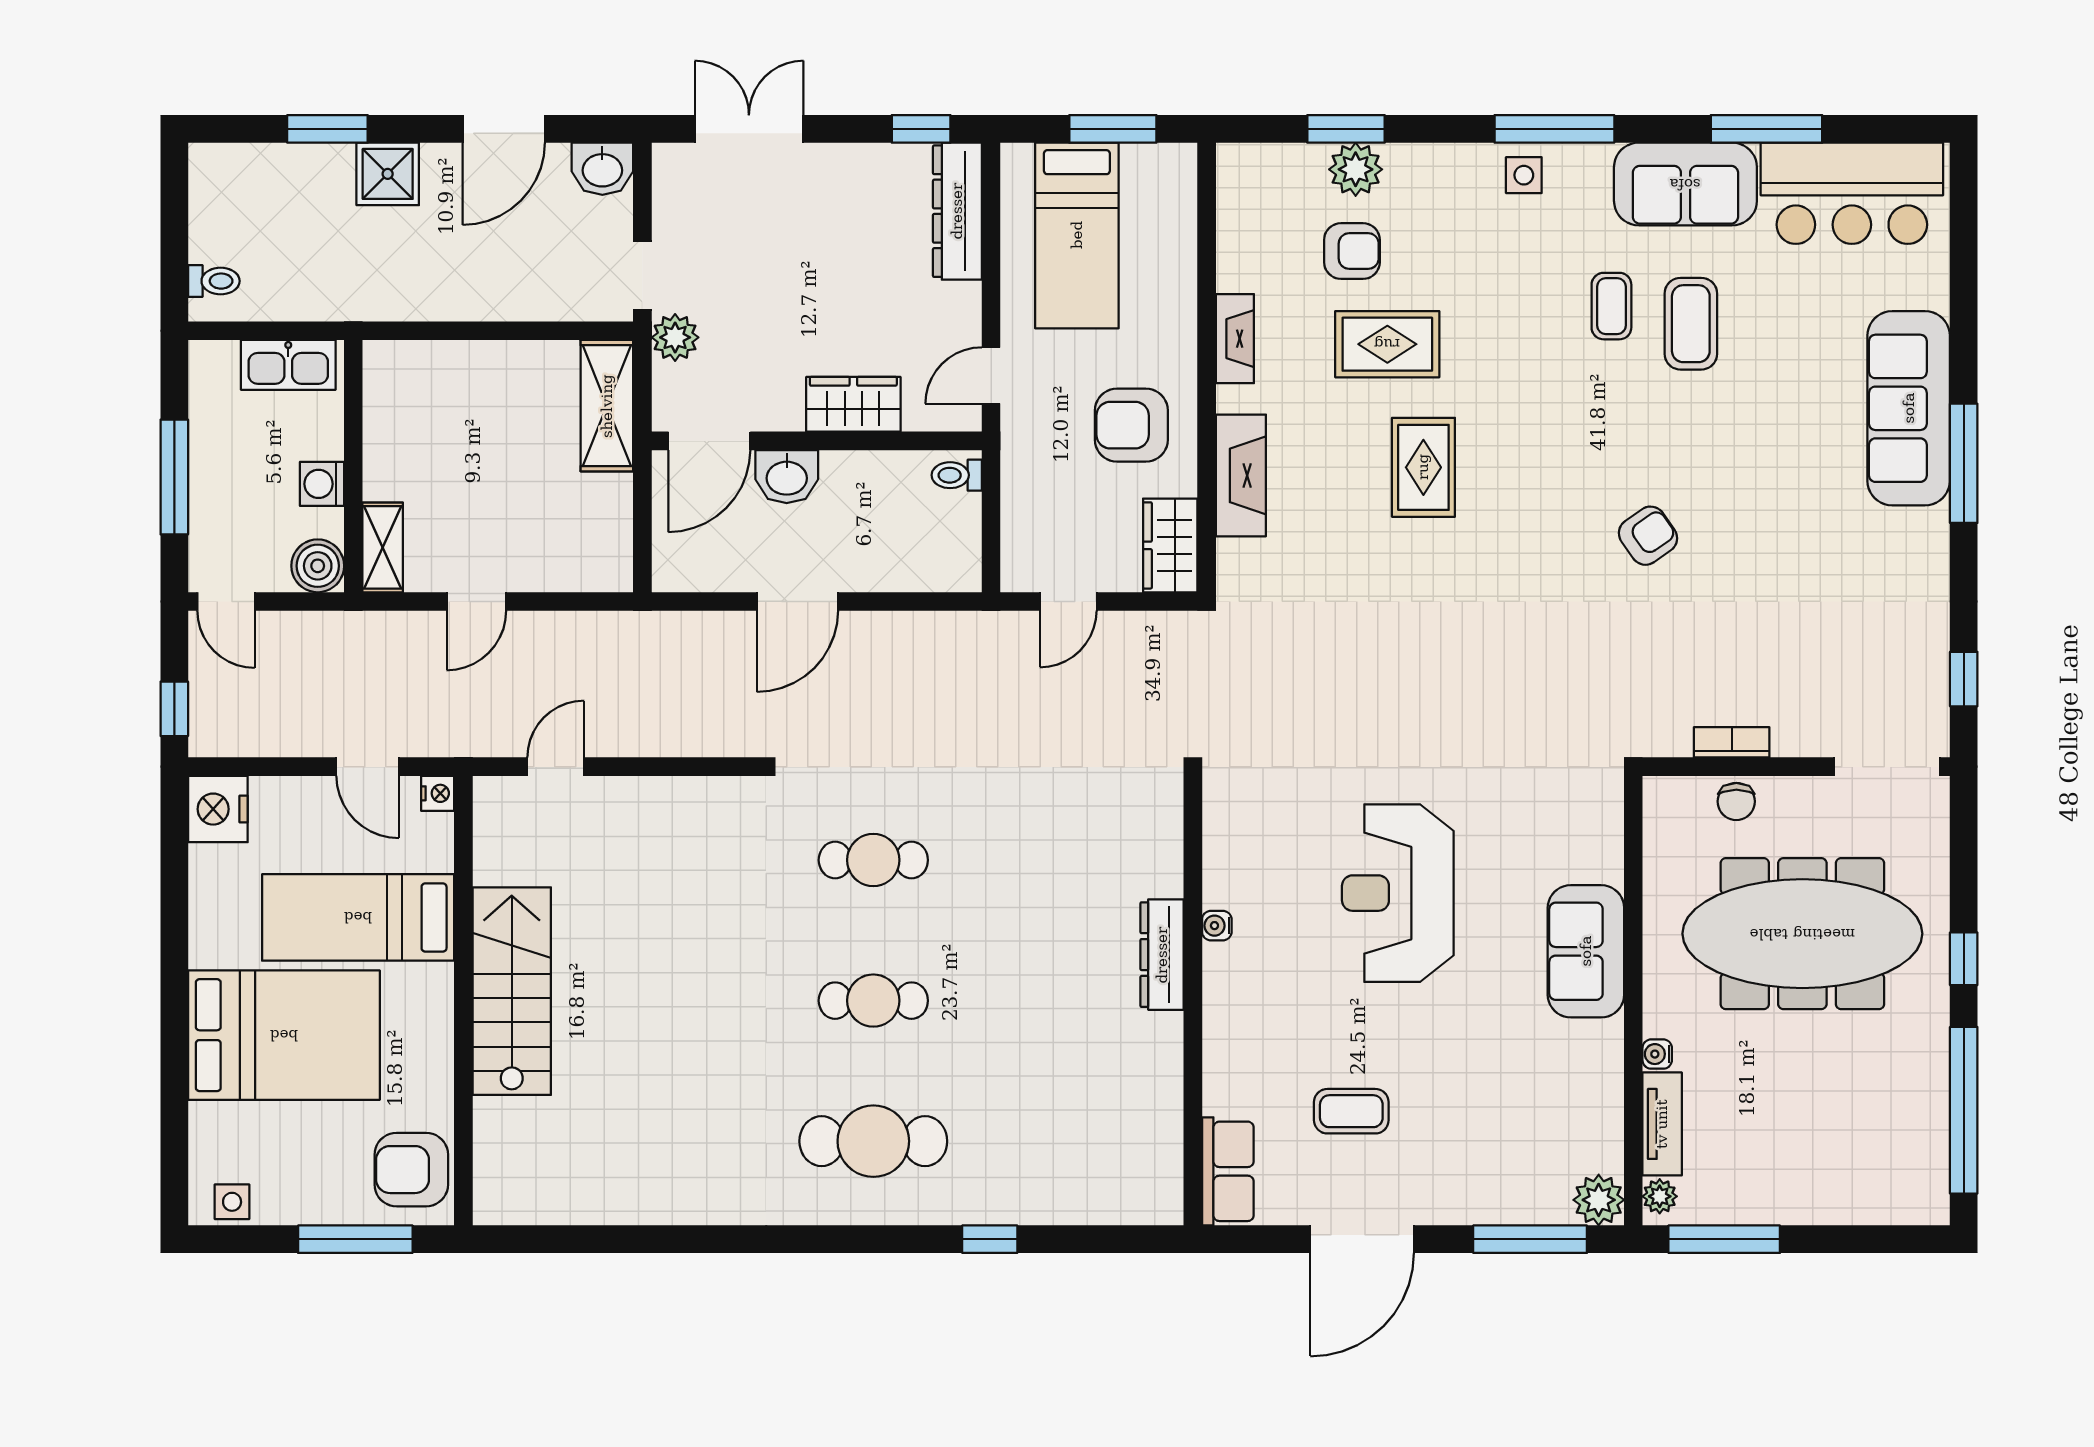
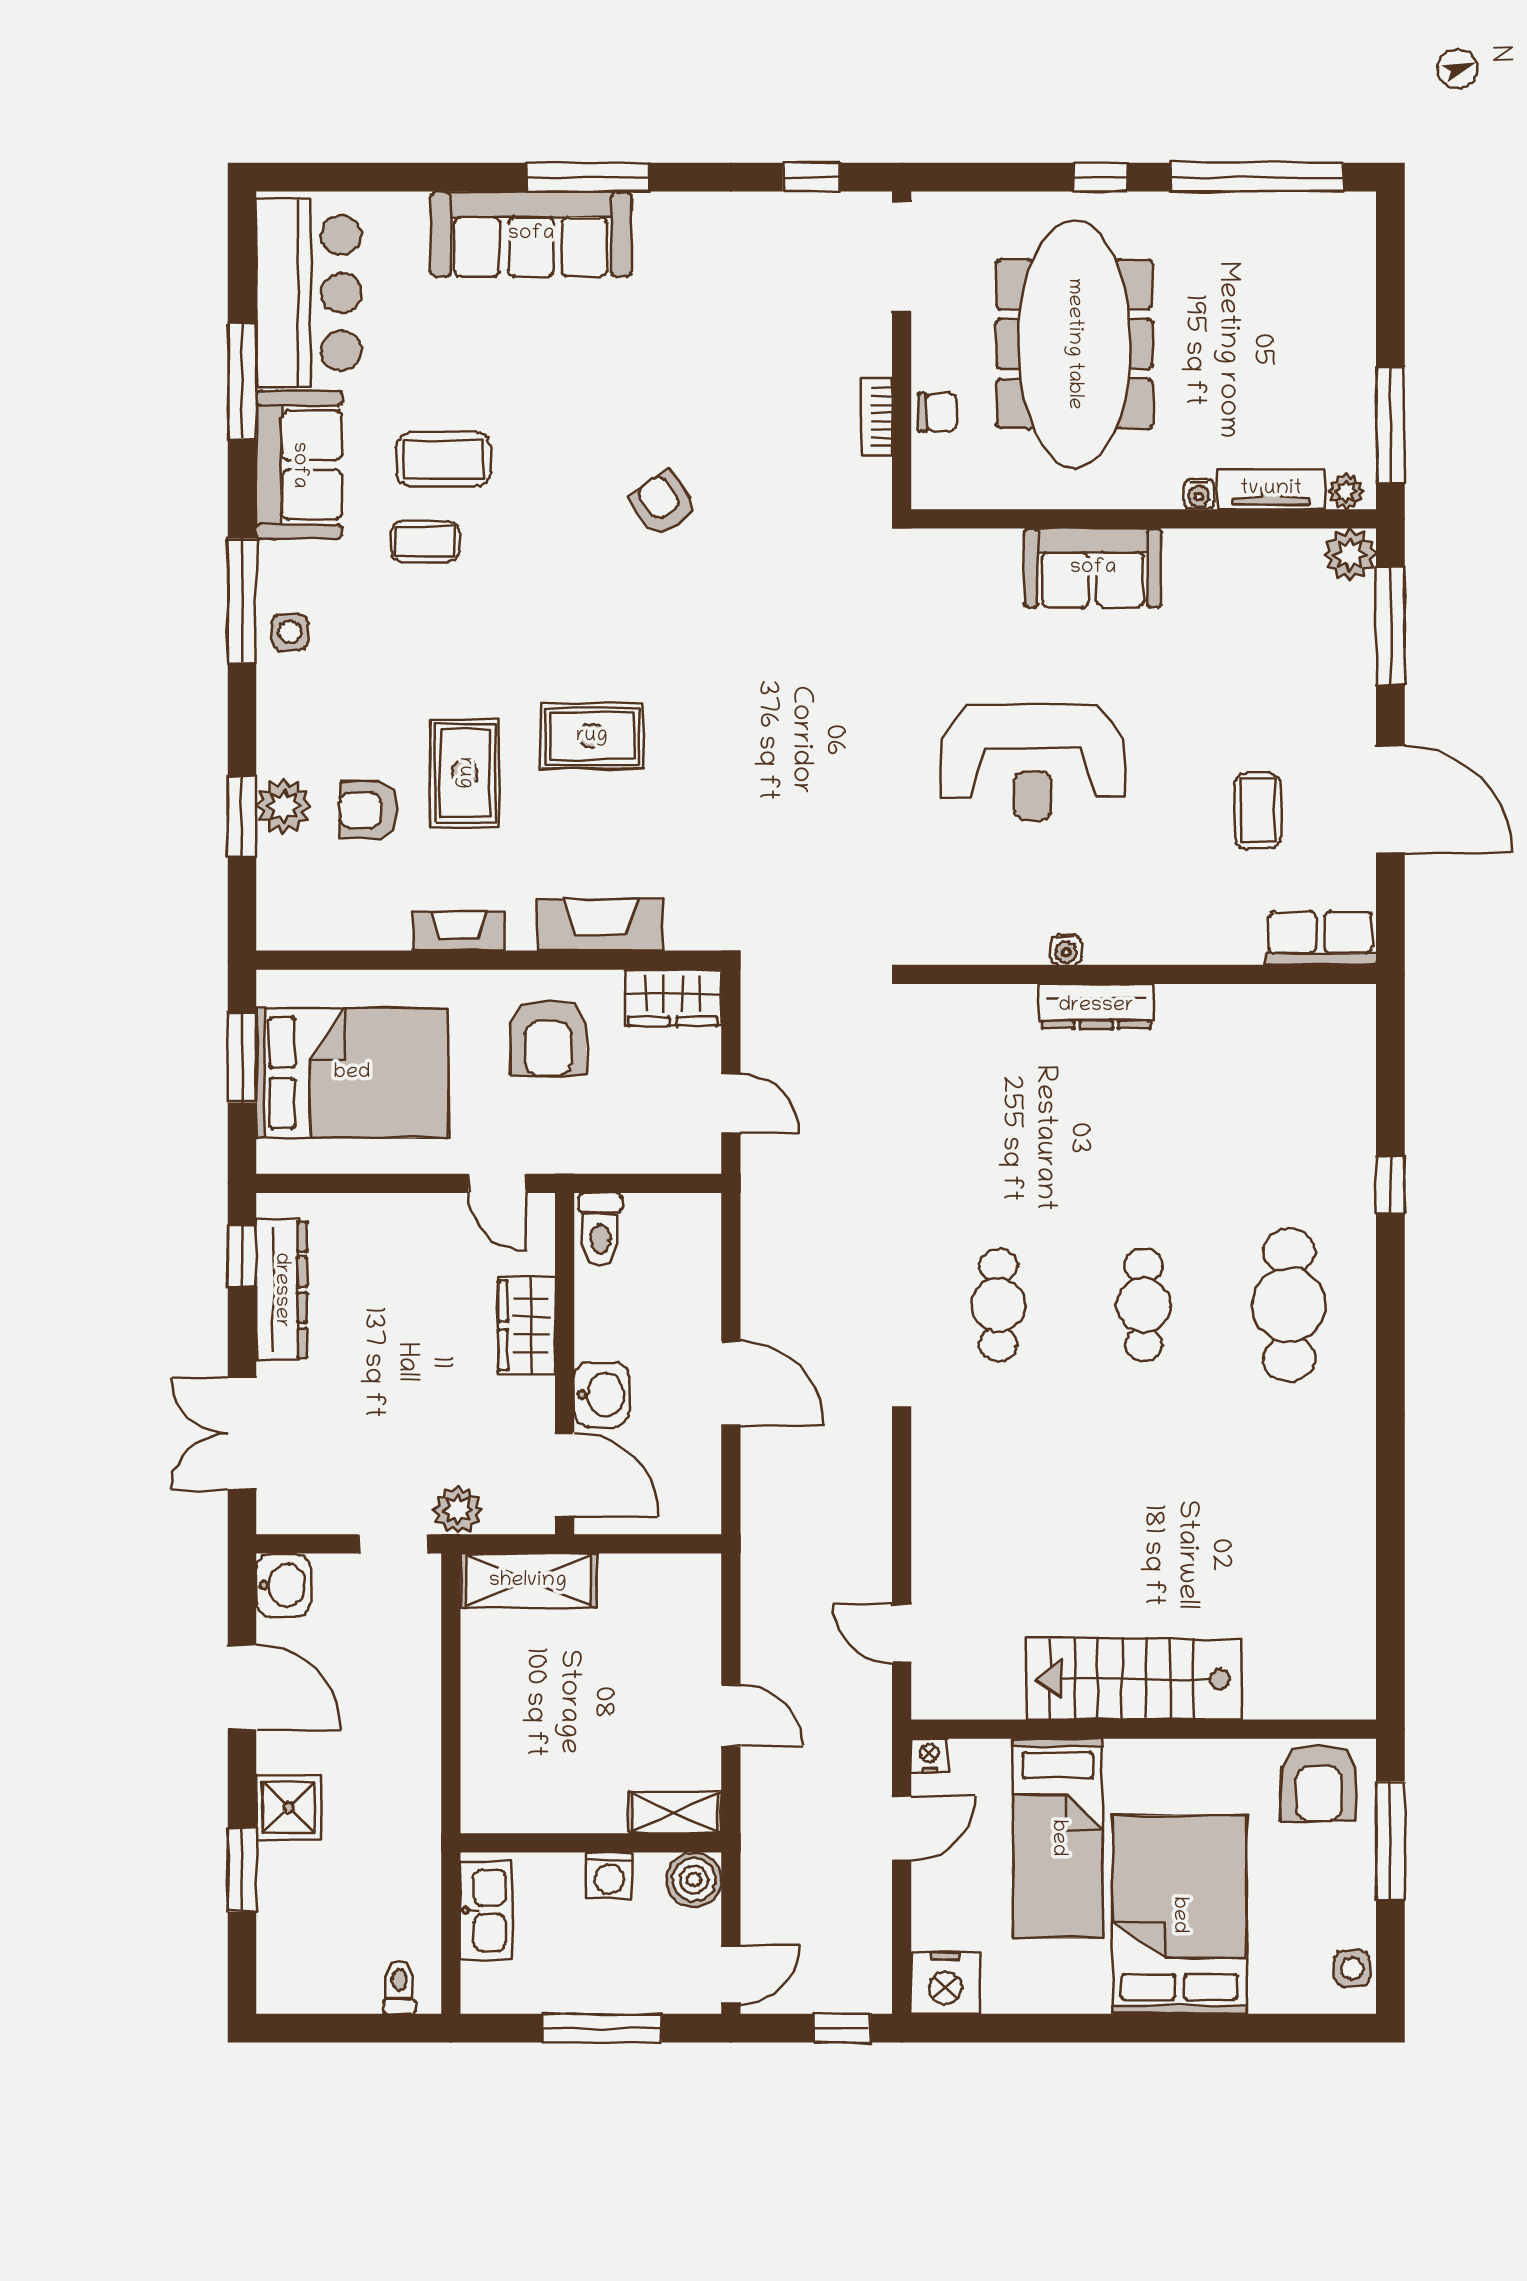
dresser: (957, 211) -> (281, 1290), moved, turned -90
bed: (1077, 235) -> (352, 1073), width x1.50
armchair: (1352, 251) -> (368, 810), turned -90
toilet: (957, 475) -> (600, 1229), width x1.37, depth x1.39

